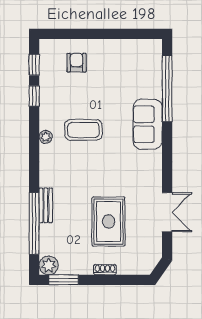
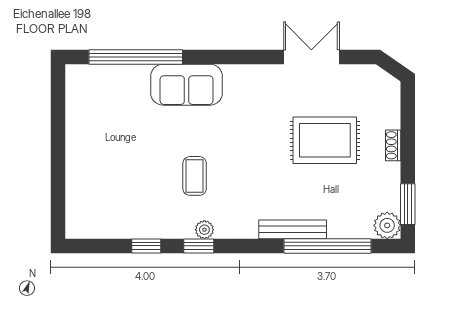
armchair: (76, 63) -> (99, 186), removed
window: (34, 65) -> (199, 246), moved
coffee table: (83, 130) -> (195, 176), width x0.73, depth x0.77
bench: (46, 205) -> (293, 229), width x1.36

